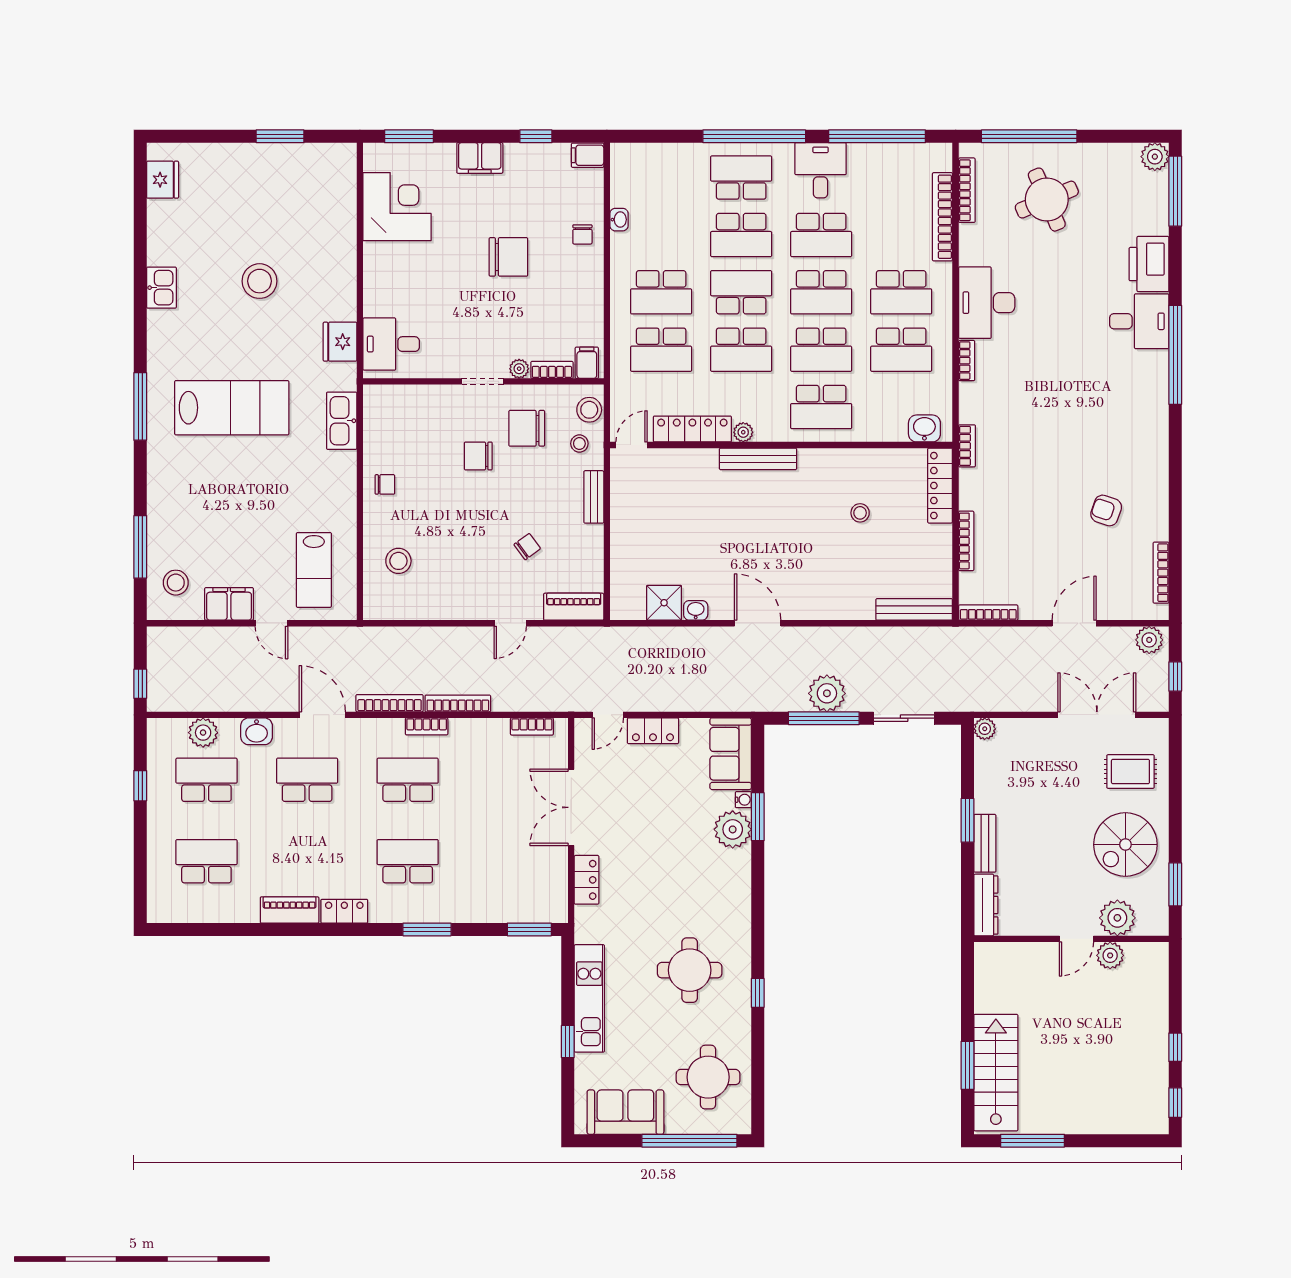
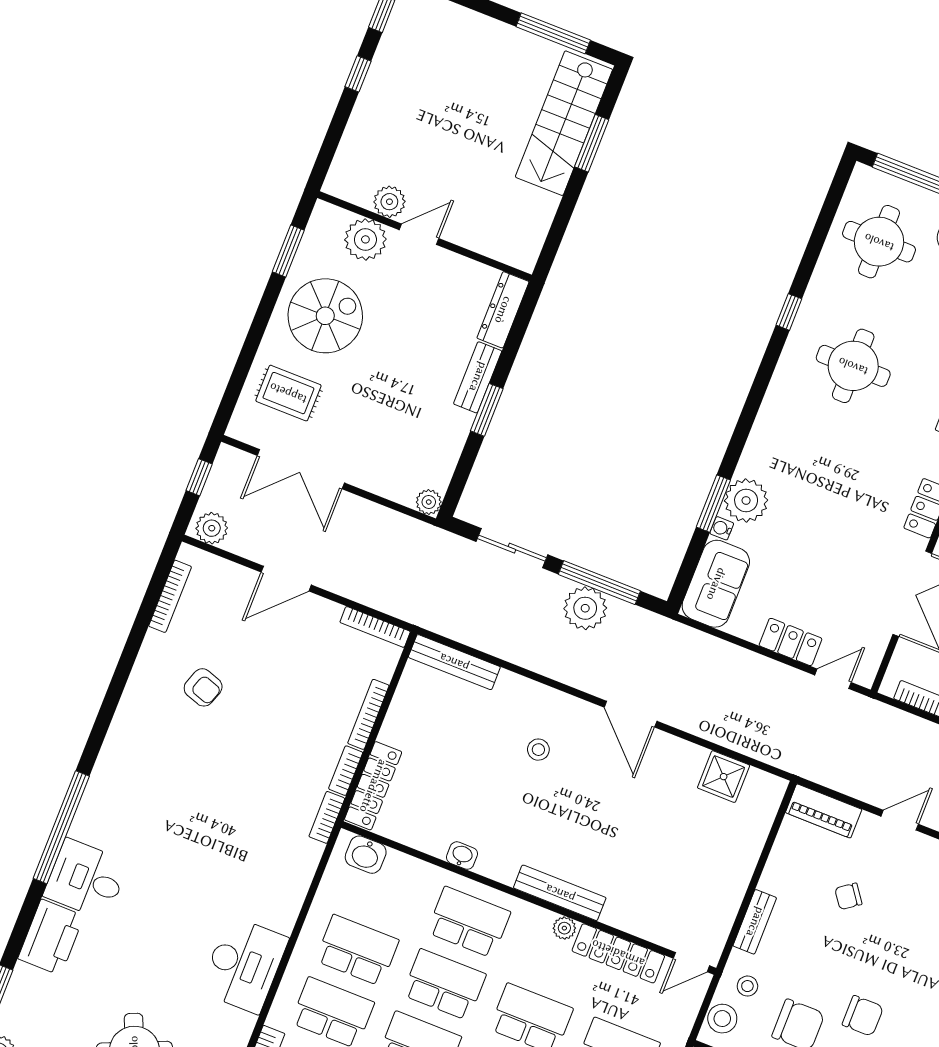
bookcase: (967, 361) -> (346, 771), moved
stool: (860, 513) -> (538, 750), moved
washbasin: (696, 610) -> (462, 856), moved, turned 180

